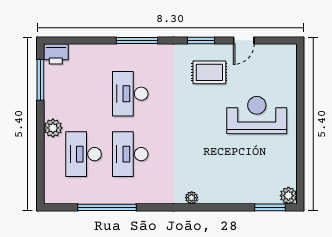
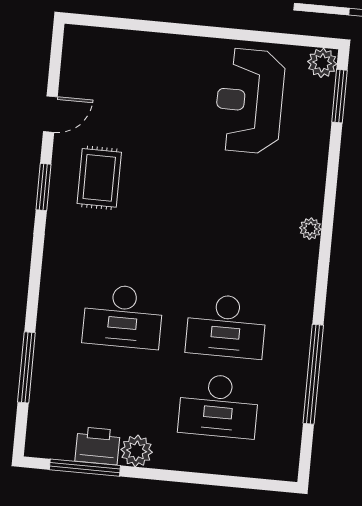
window: (137, 40) -> (26, 367), moved
door: (244, 40) -> (50, 114), hinge flipped
printer: (56, 54) -> (98, 446), moved, turned -90
reception desk: (257, 115) -> (249, 101), moved
plant: (53, 128) -> (137, 451), moved

